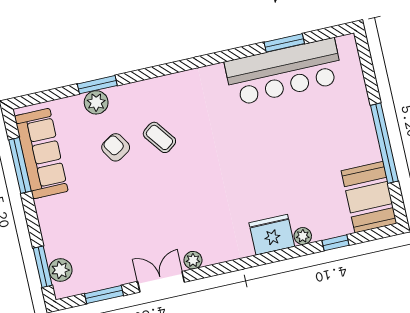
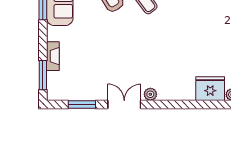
fireplace: (50, 238) -> (53, 56), added
plant: (60, 270) -> (55, 80), removed

